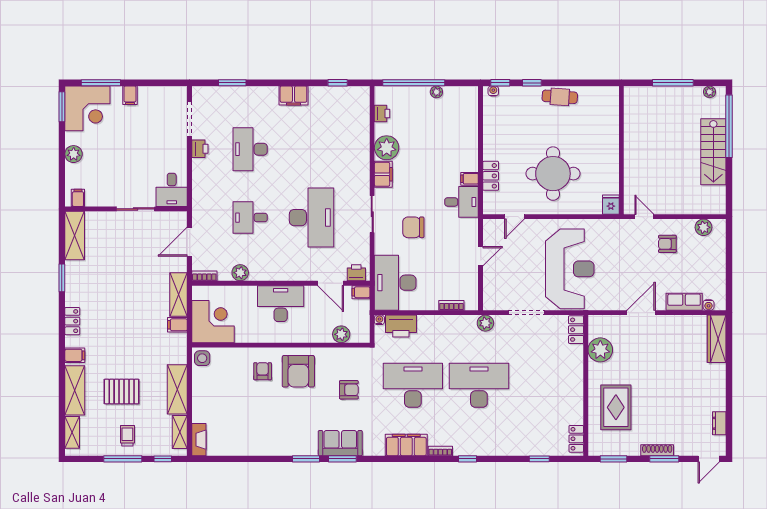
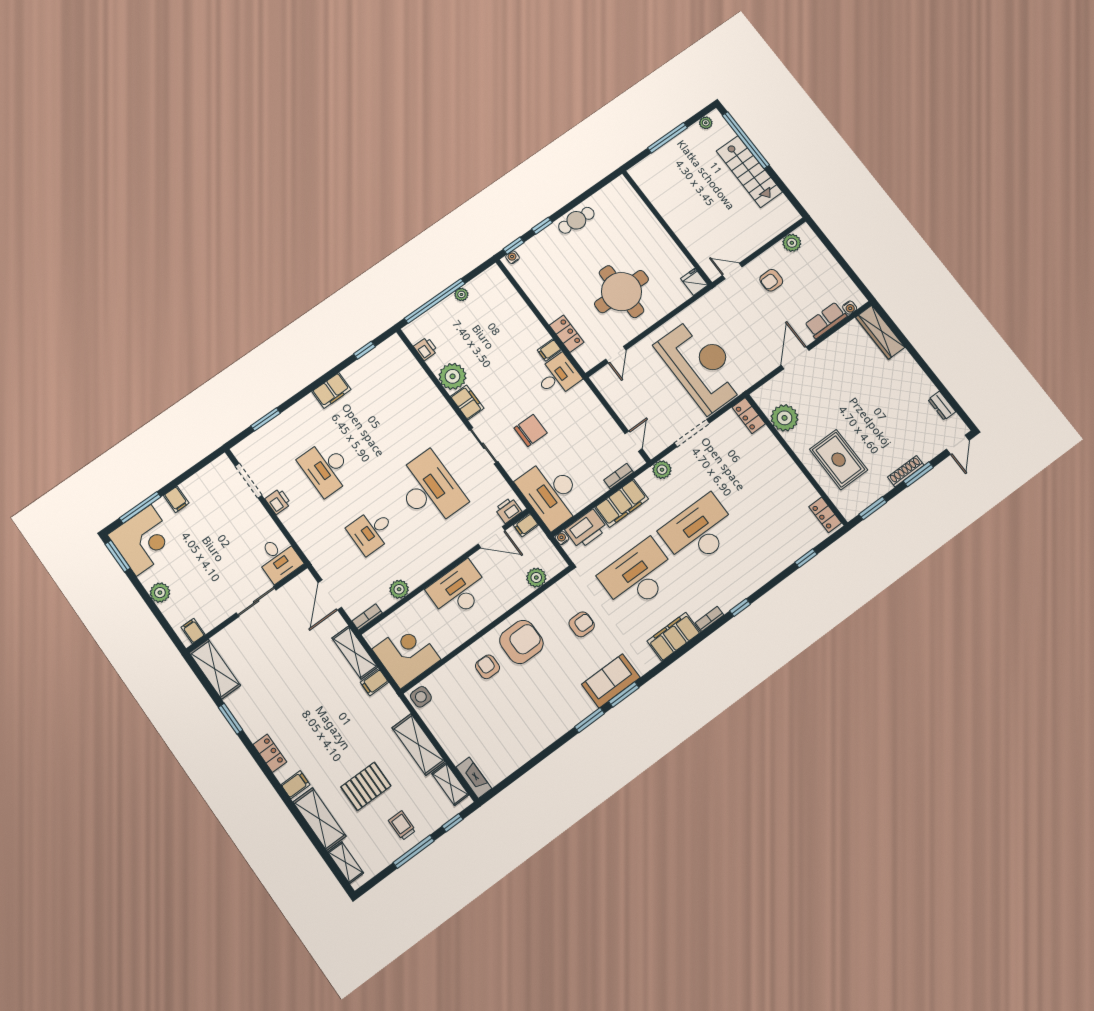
chair: (413, 227) -> (531, 430), turned 180
door: (481, 256) -> (634, 441), moved
filing cabinet: (439, 326) -> (622, 503), added
armchair: (298, 371) -> (521, 642), turned -90

